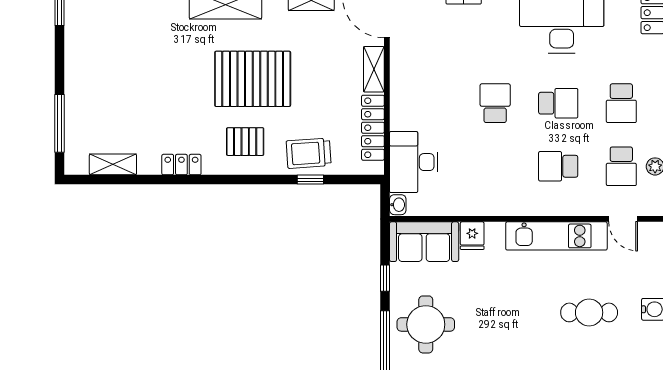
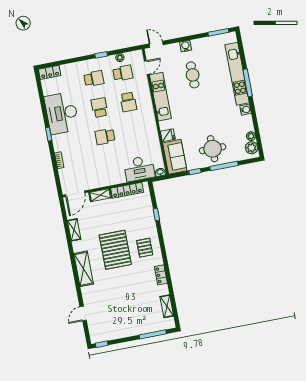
trolley: (309, 153) -> (144, 218), removed

